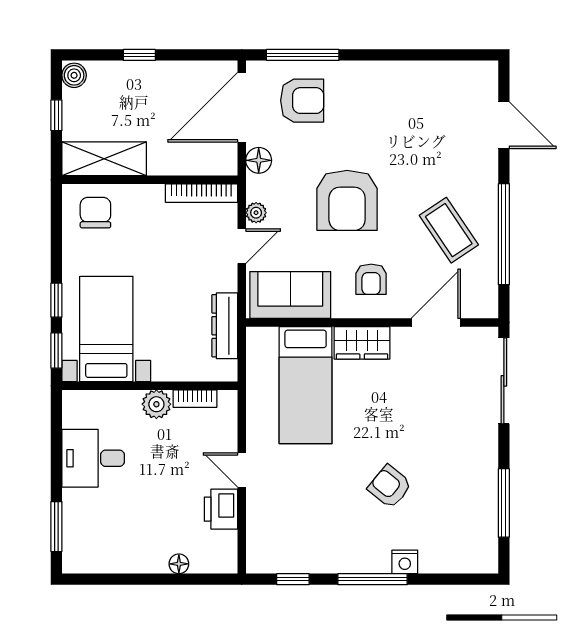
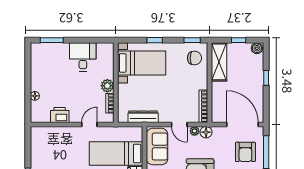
floor lamp: (259, 160) -> (206, 132), moved
window: (56, 350) -> (192, 40), moved
door: (242, 470) -> (89, 124), moved
window: (293, 579) -> (28, 148), removed

